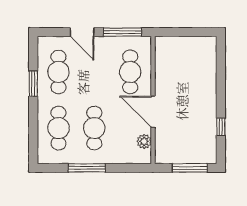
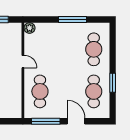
door: (153, 112) -> (23, 62), width x0.53
cafe table: (94, 128) -> (67, 49), removed
plant: (144, 141) -> (30, 28), moved

